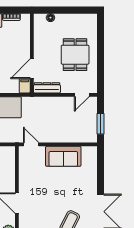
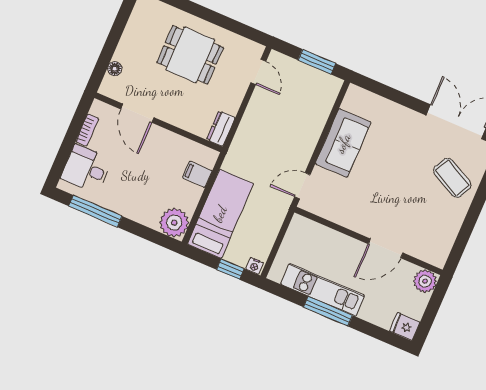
door: (32, 69) -> (137, 113), moved
filing cabinet: (25, 86) -> (197, 174), moved
dresser: (47, 88) -> (221, 129), width x0.70

